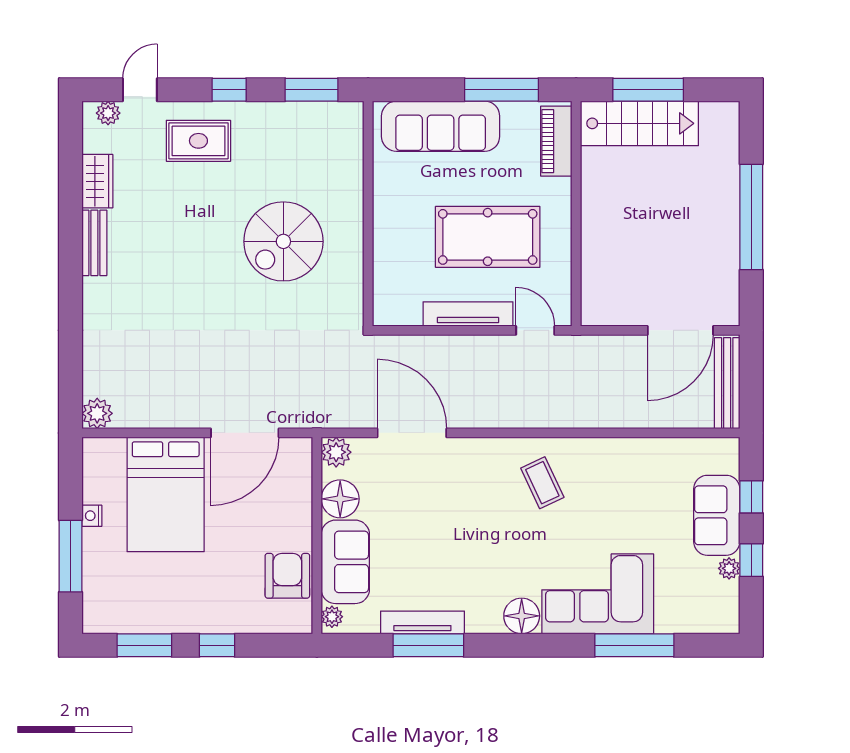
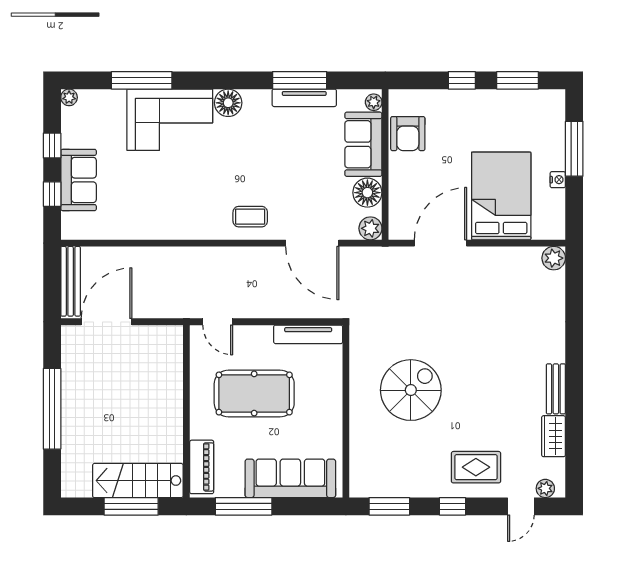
tv unit: (468, 314) -> (308, 334), moved
coffee table: (542, 483) -> (250, 217), moved, turned -65
plant: (729, 568) -> (69, 97), moved

